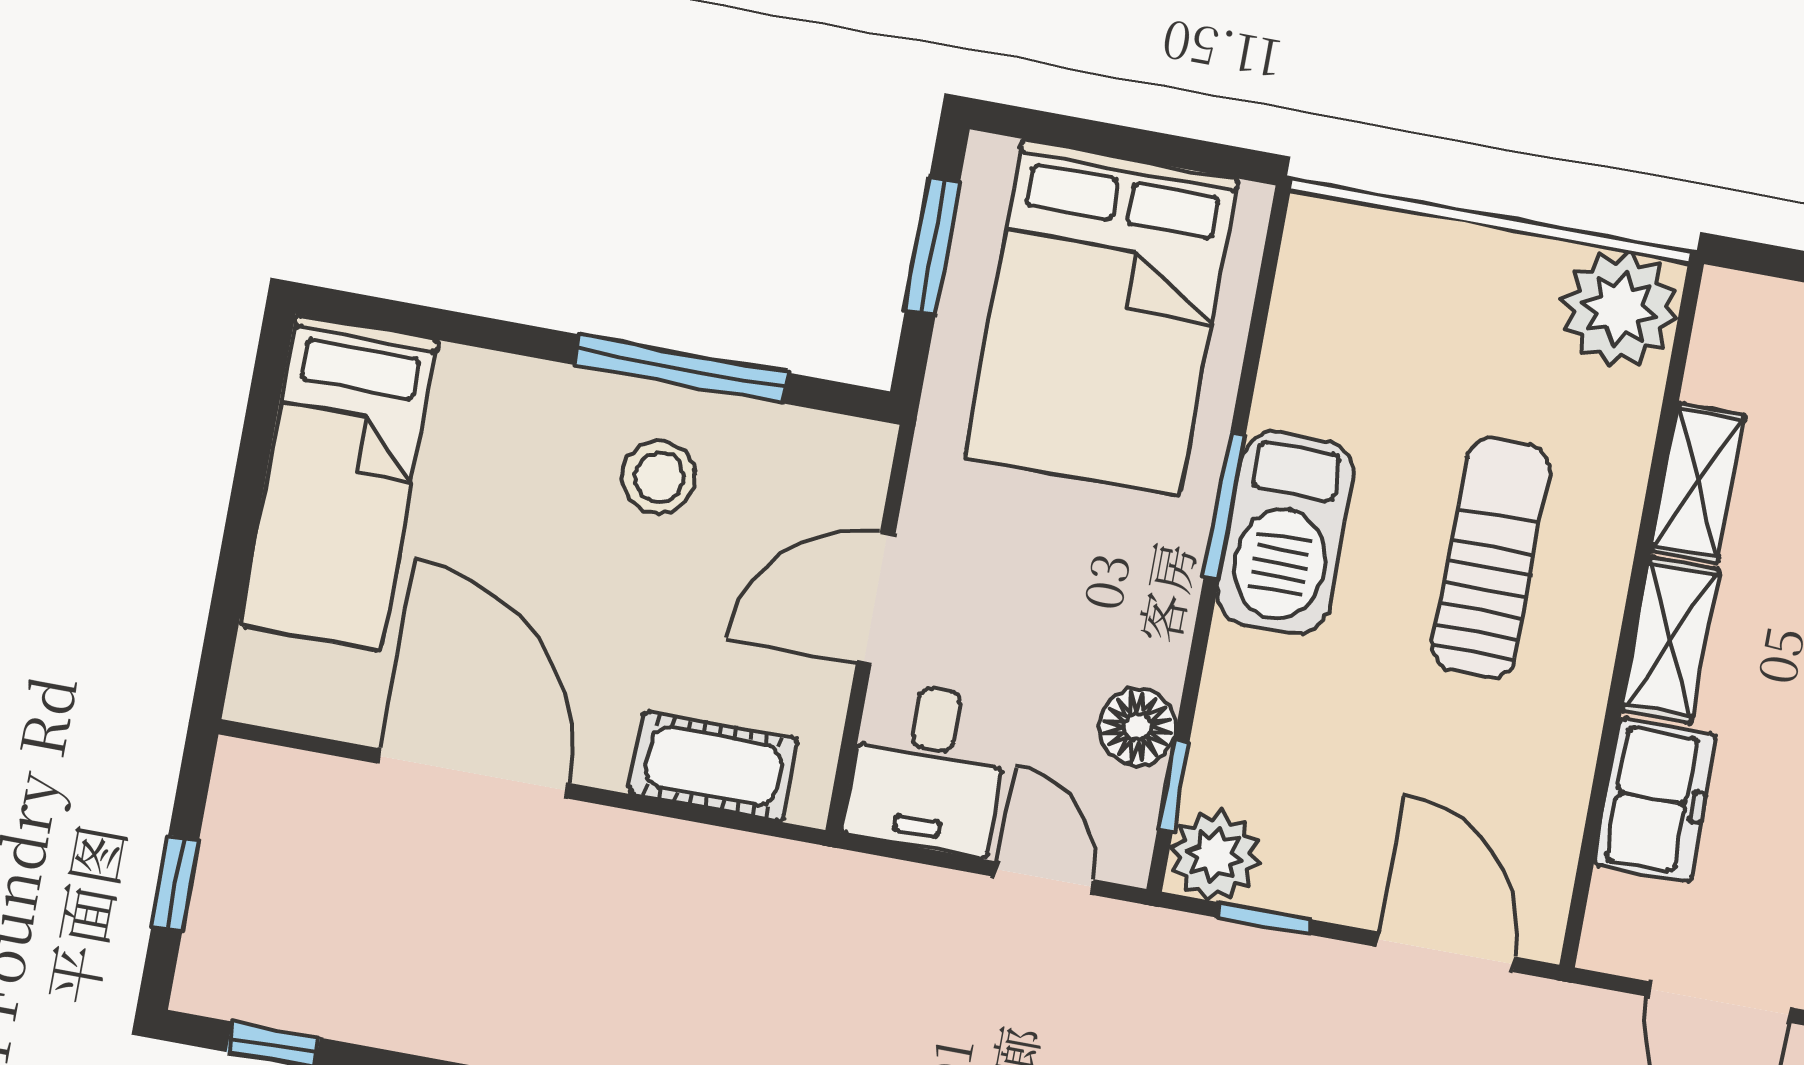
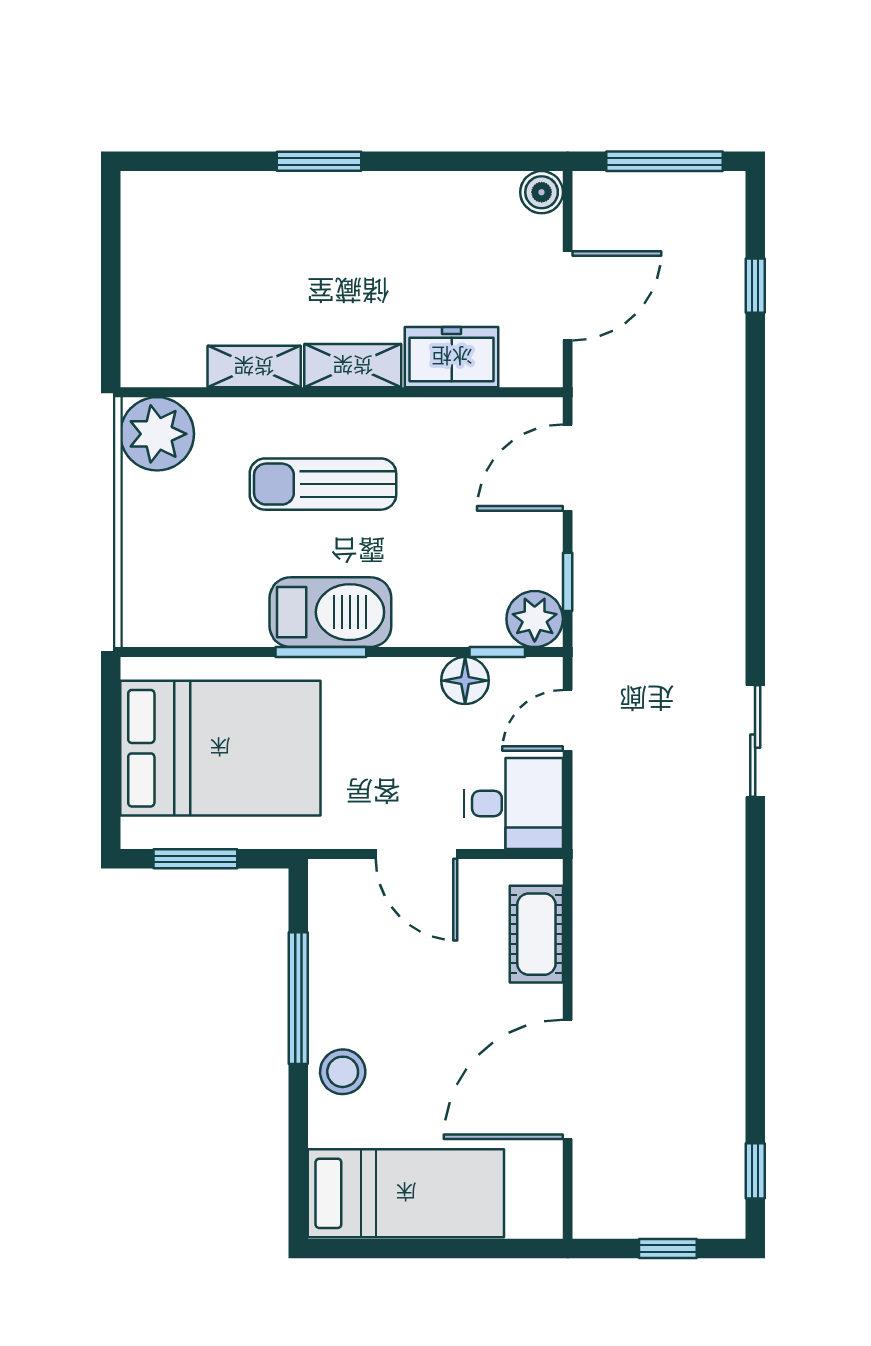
stool: (659, 477) -> (343, 1072), moved

